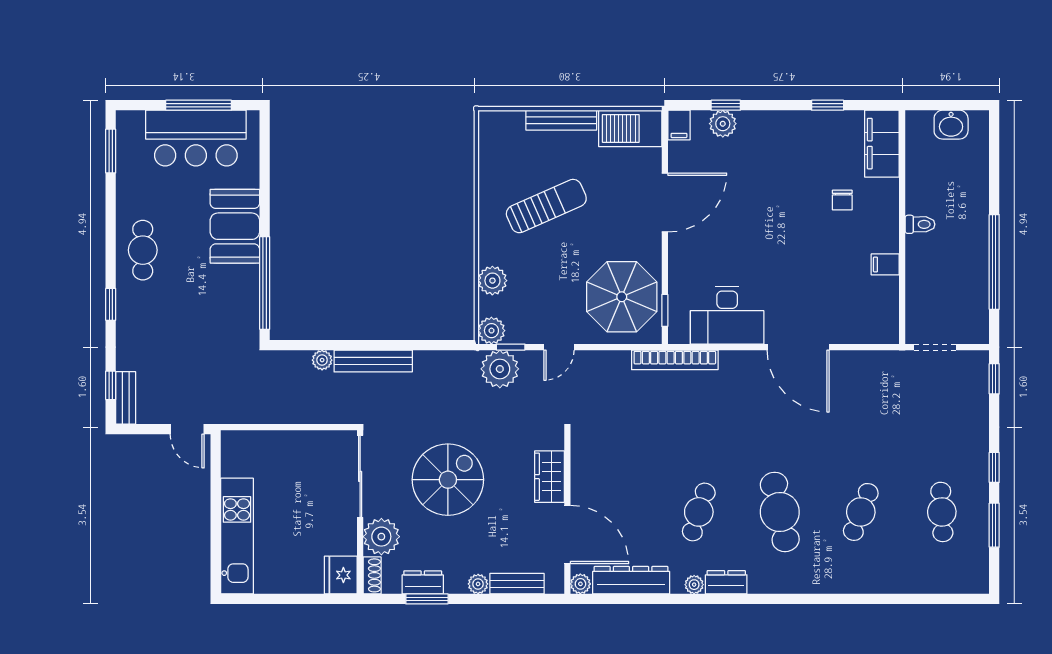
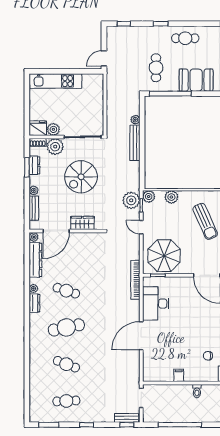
cafe table: (208, 315) -> (156, 68), added
bench: (126, 398) -> (127, 418), moved
spiral stairs: (448, 480) -> (81, 177), turned 90
window: (994, 525) -> (49, 425), moved
plant: (343, 541) -> (53, 129), added

